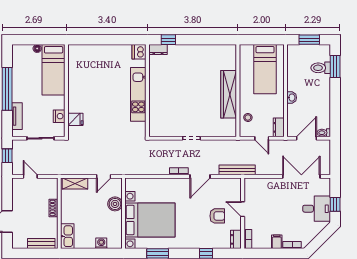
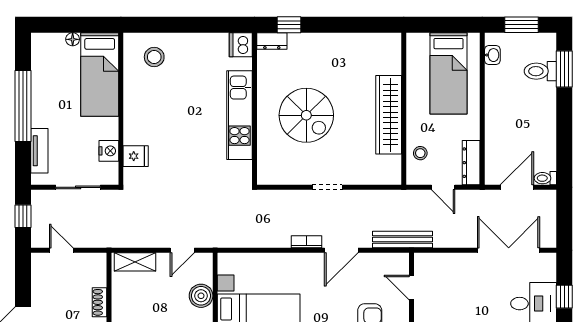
stool: (87, 59) -> (154, 57), added
spiral stairs: (179, 95) -> (306, 115), added
washbasin: (292, 98) -> (492, 55), moved
dresser: (279, 127) -> (471, 163), width x1.44
door: (243, 209) -> (412, 287), moved

